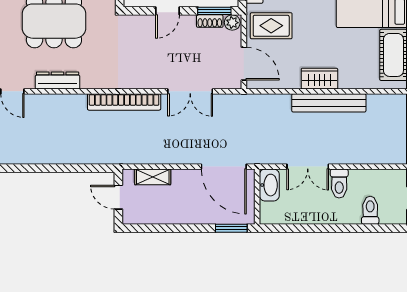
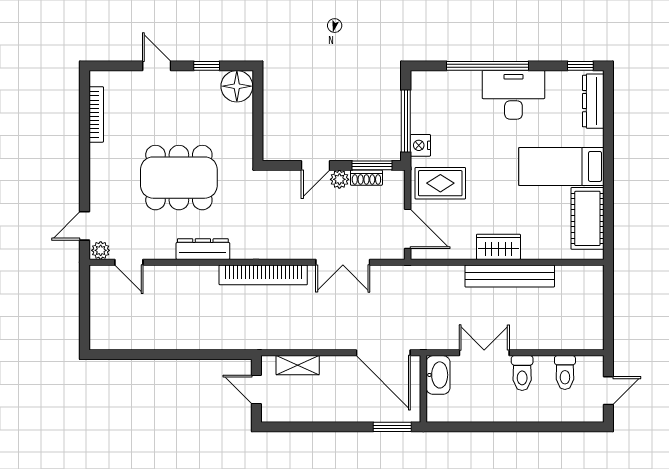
plant: (232, 23) -> (339, 179), moved
dresser: (58, 80) -> (203, 249), moved
double door: (308, 167) -> (484, 353), swing flipped
toilet: (370, 210) -> (565, 372), moved, turned 180

